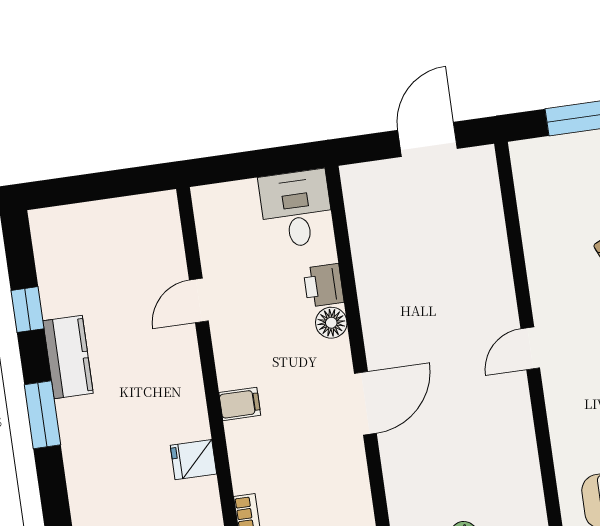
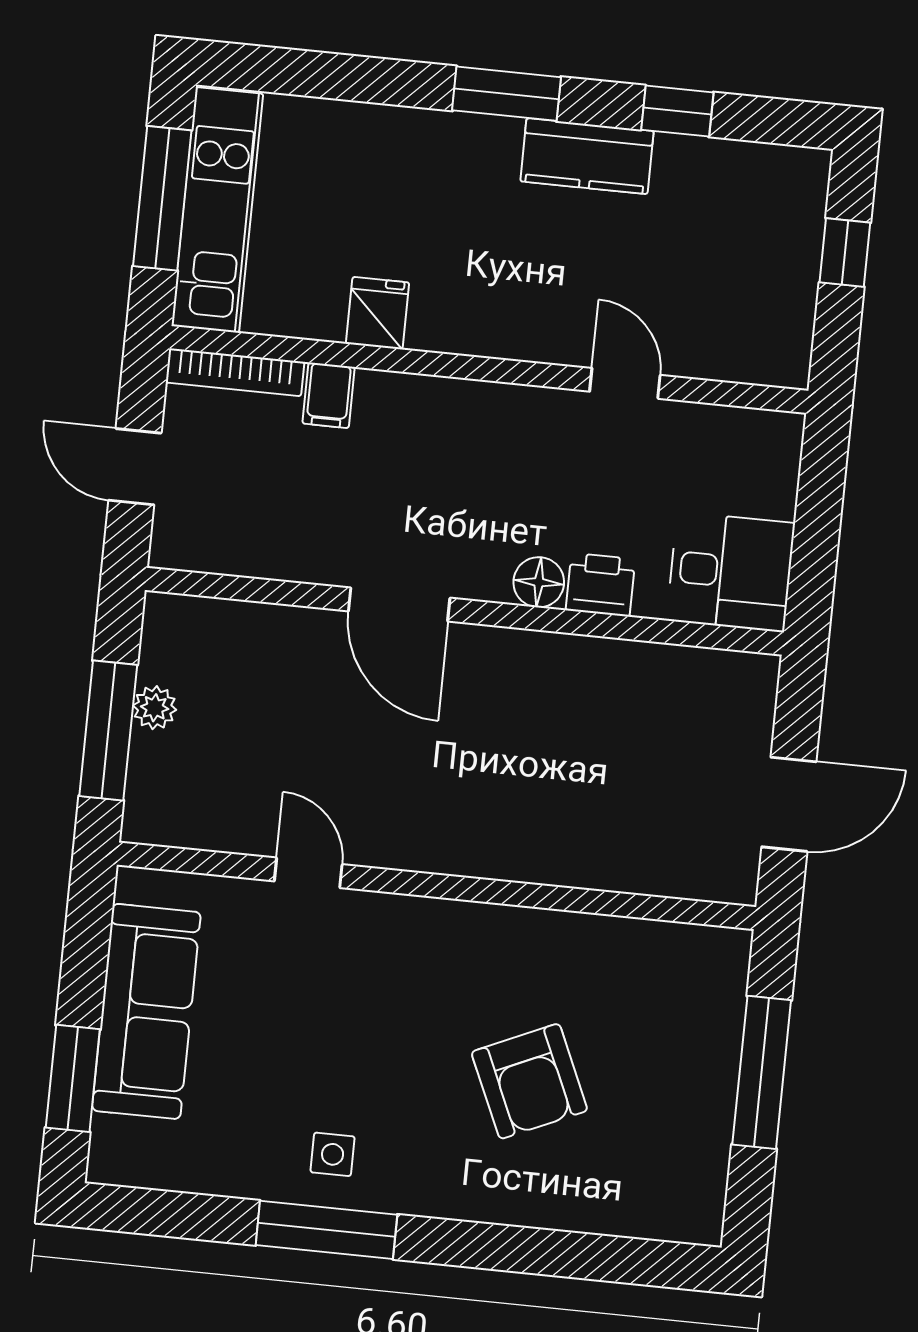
door: (427, 139) -> (789, 804), hinge flipped
window: (88, 188) -> (845, 253), added
door: (530, 348) -> (308, 873), moved
filing cabinet: (240, 404) -> (329, 395), moved

